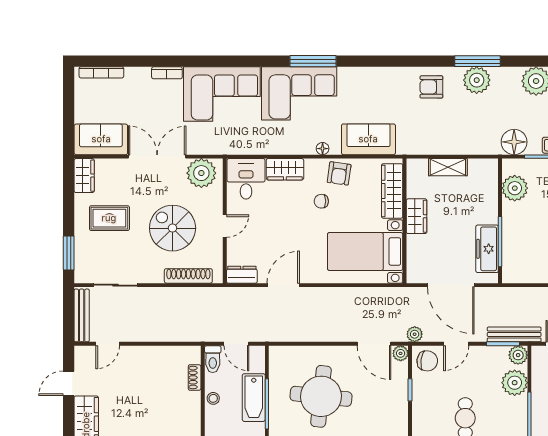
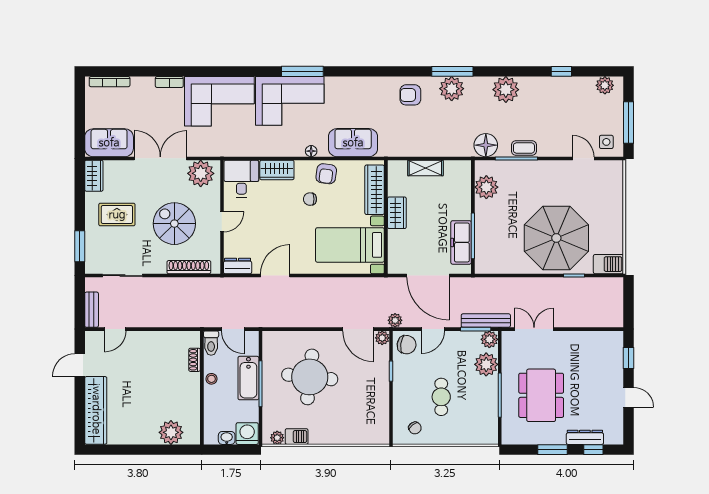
bench: (82, 315) -> (92, 310), width x0.73

